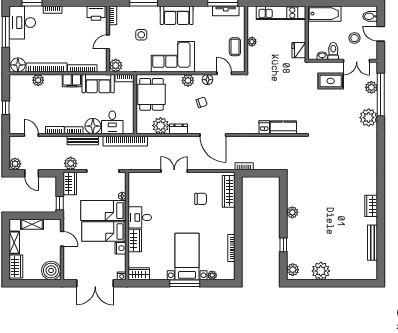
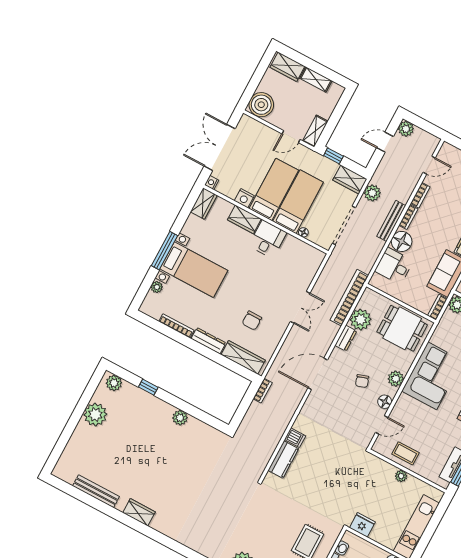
bookcase: (125, 141) -> (349, 298), moved
dresser: (230, 221) -> (208, 341), added
shelving: (32, 224) -> (315, 131), moved

